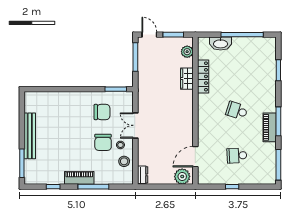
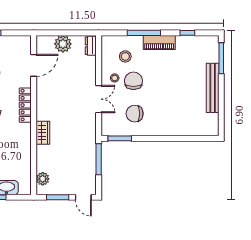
window: (135, 57) -> (99, 159), moved
locker: (203, 76) -> (25, 105), moved
wardrobe: (187, 79) -> (43, 133), moved
stool: (124, 161) -> (125, 56), moved
plant: (182, 176) -> (63, 44), moved

